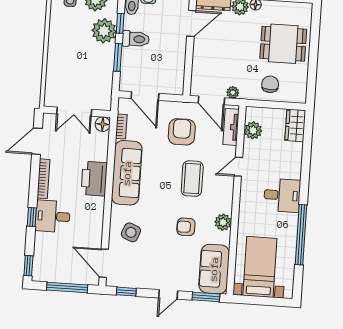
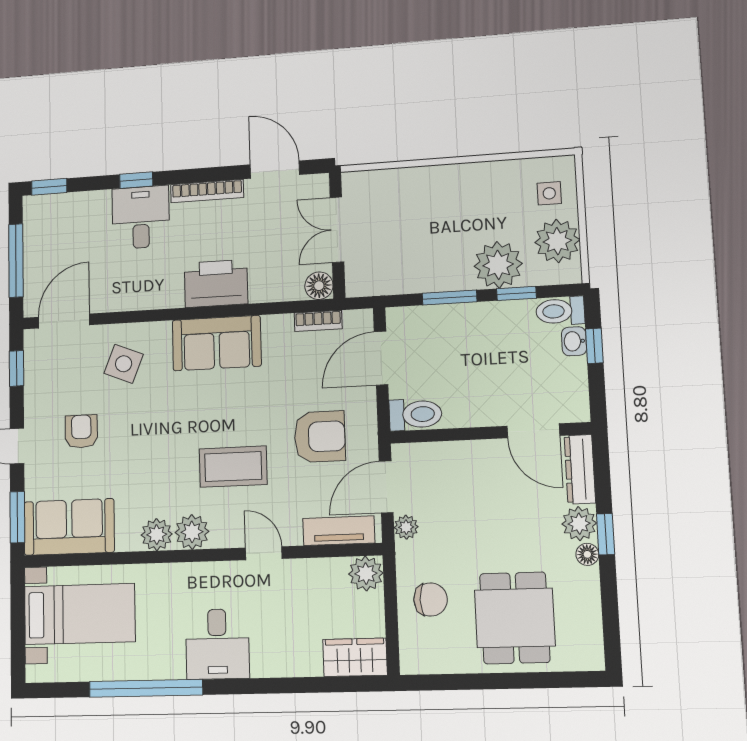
toilet: (136, 39) -> (415, 414), moved, turned -90
plant: (253, 130) -> (366, 574), moved
sofa: (127, 173) -> (217, 343), width x0.73
plant: (224, 203) -> (192, 532), added
armchair: (186, 227) -> (81, 431), moved

